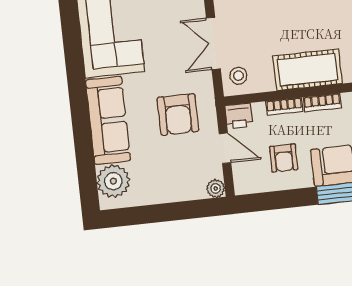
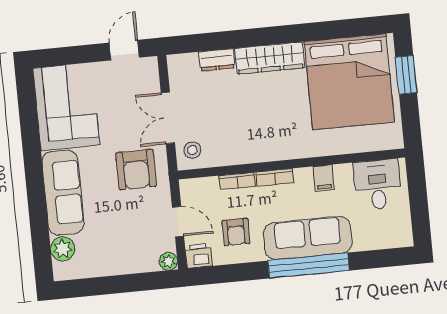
cot: (308, 70) -> (261, 145), removed
armchair: (178, 114) -> (136, 170), moved
printer: (239, 116) -> (199, 256), moved, turned 180
plant: (113, 181) -> (63, 249), width x0.73, depth x0.73

